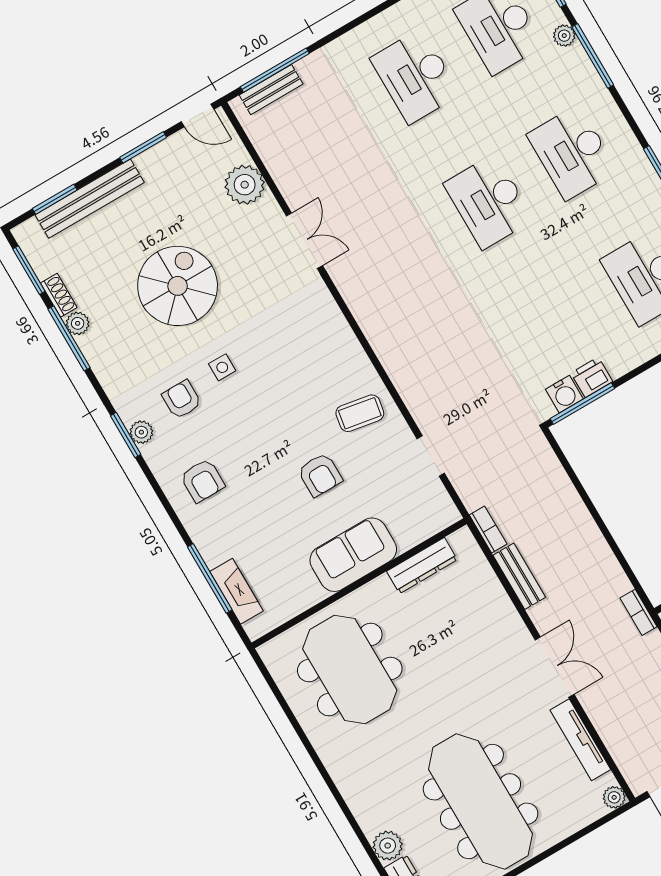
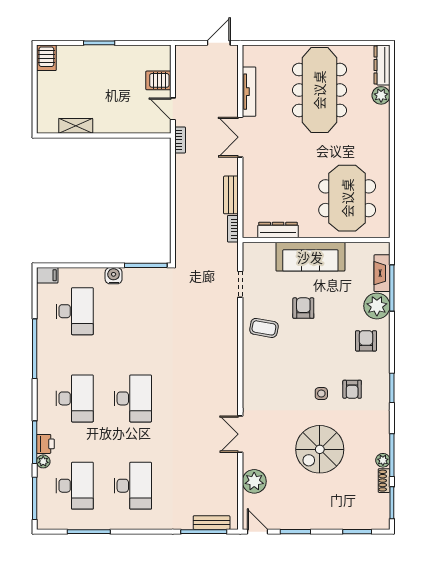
bench: (90, 199) -> (339, 521), removed
printer: (592, 377) -> (45, 444), moved, turned -90
water cooler: (564, 394) -> (114, 276), moved
plant: (141, 432) -> (377, 306), moved, width x1.87, depth x1.87
sofa: (353, 555) -> (310, 257), width x1.36
plant: (614, 797) -> (249, 52), removed

